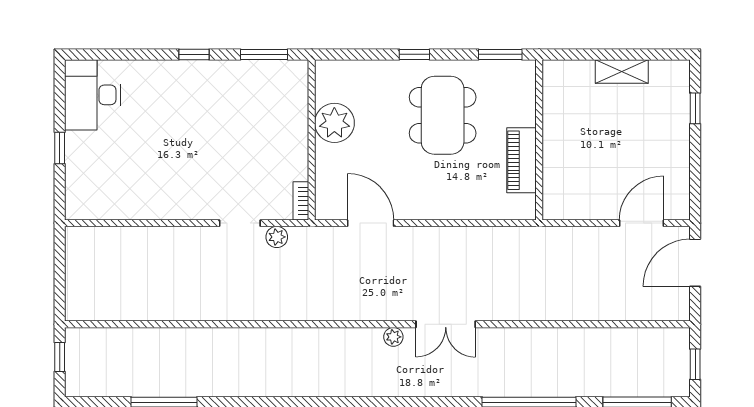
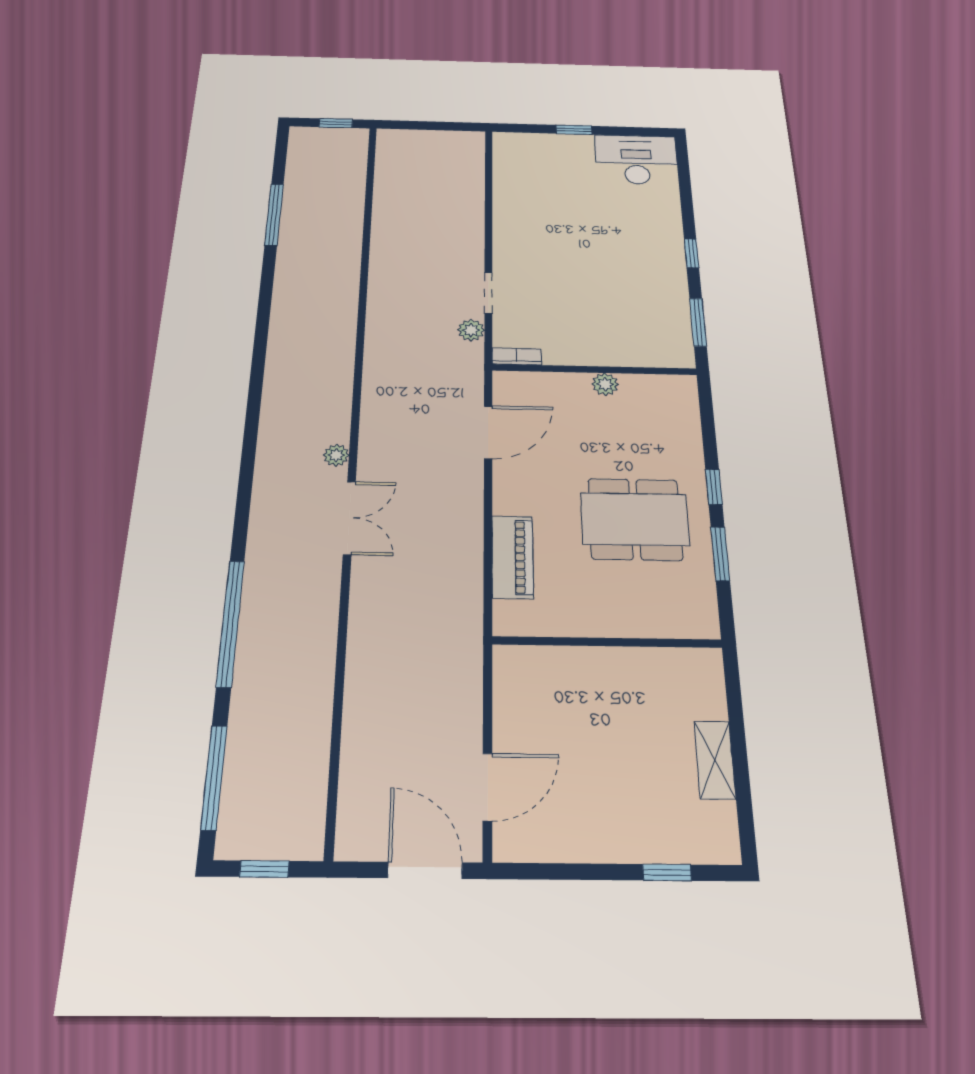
window: (500, 54) -> (720, 554), moved
plant: (334, 123) -> (605, 384), width x0.53, depth x0.53
piano: (521, 160) -> (512, 557), moved, turned 90
door: (642, 223) -> (487, 787), hinge flipped
double door: (446, 324) -> (349, 518), swing flipped

